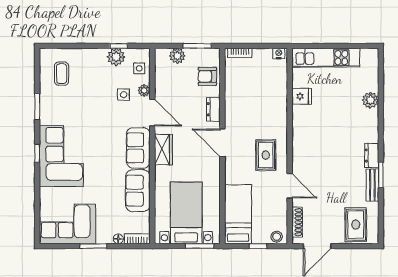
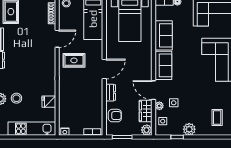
plant: (177, 56) -> (147, 130), moved
plant: (116, 57) -> (189, 129), moved
stool: (348, 101) -> (16, 98), added
door: (222, 143) -> (104, 69), hinge flipped
wardrobe: (163, 150) -> (146, 111), moved
rug: (266, 155) -> (74, 60), turned 90
door: (290, 186) -> (57, 39), swing flipped

